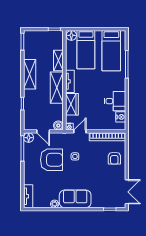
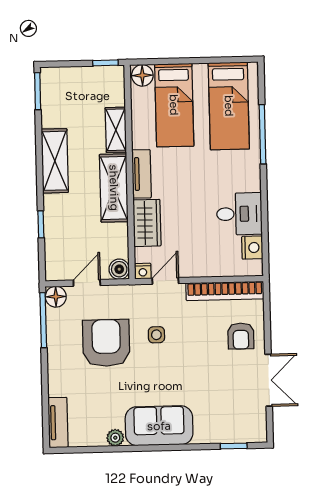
door: (43, 131) -> (87, 283), swing flipped
armchair: (51, 160) -> (106, 343), turned -90
double door: (127, 192) -> (269, 380), moved

